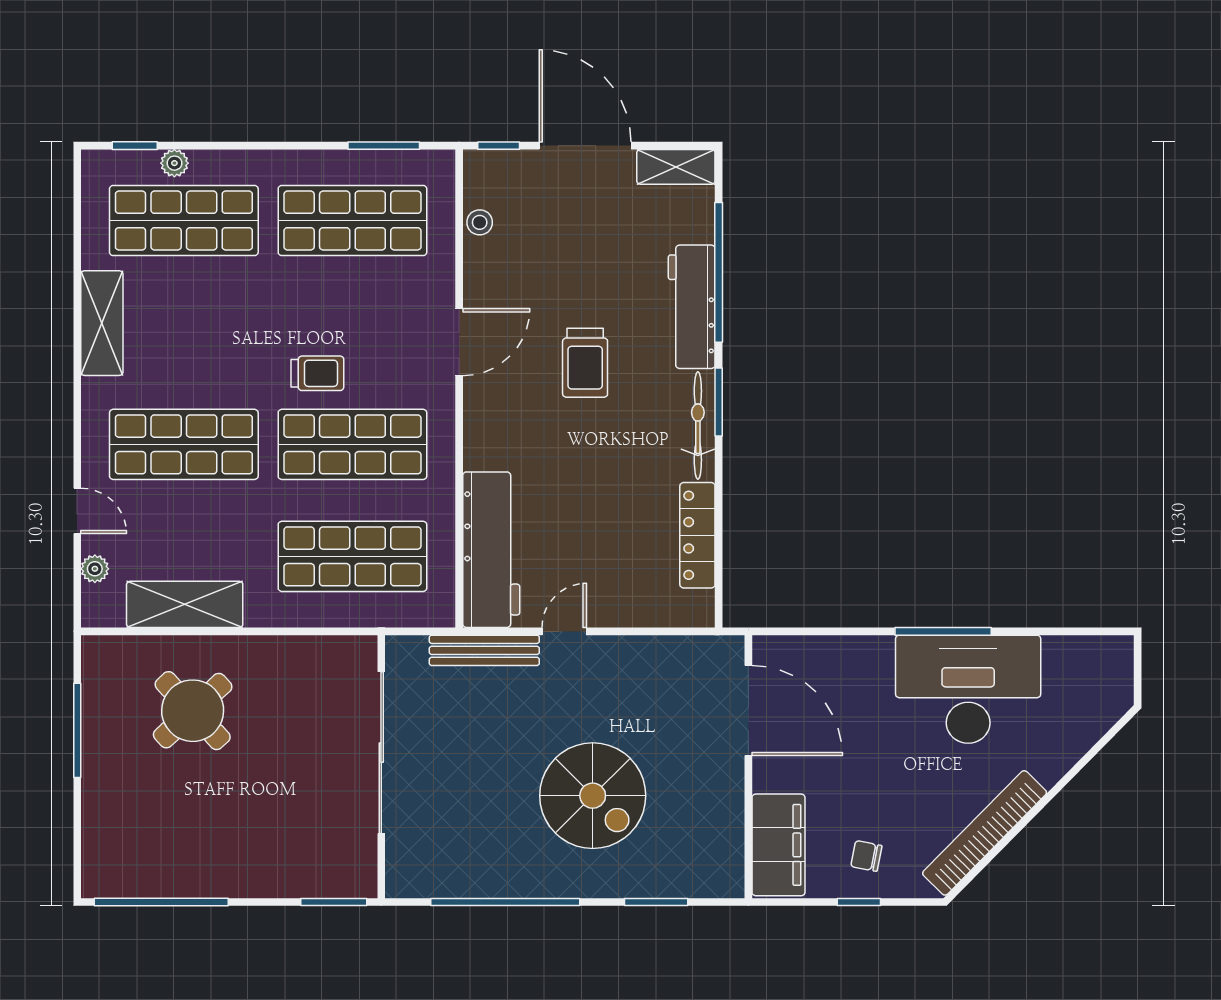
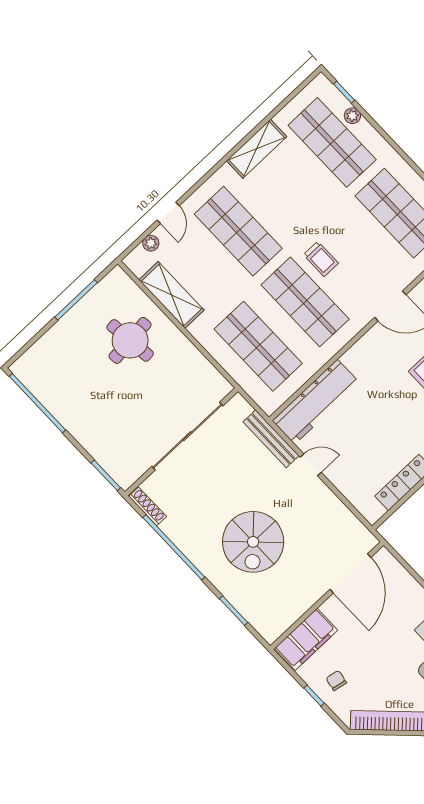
round table: (193, 711) -> (130, 340), turned 37
shoe rack: (423, 886) -> (148, 506), added

